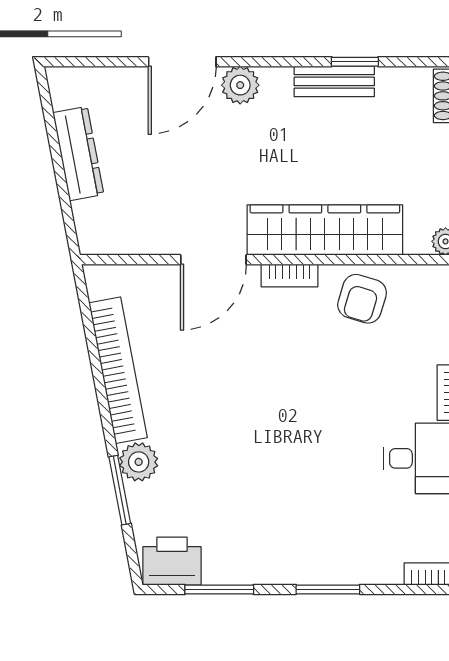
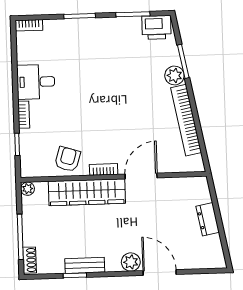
door: (182, 62) -> (160, 273), hinge flipped
dresser: (78, 153) -> (208, 219), width x0.70

